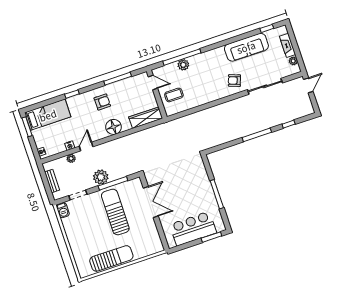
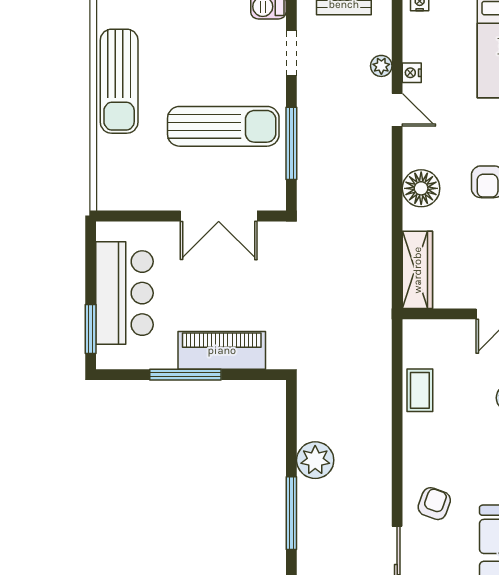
coffee table: (174, 95) -> (420, 390), moved
plant: (101, 177) -> (315, 460), moved
piano: (203, 183) -> (222, 350), added

